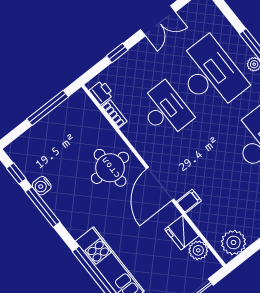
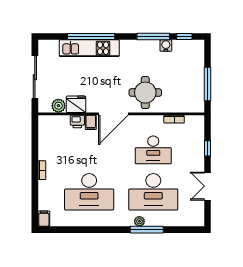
printer: (101, 92) -> (77, 121), moved
door: (160, 184) -> (113, 114), swing flipped
plant: (234, 242) -> (47, 129), removed

